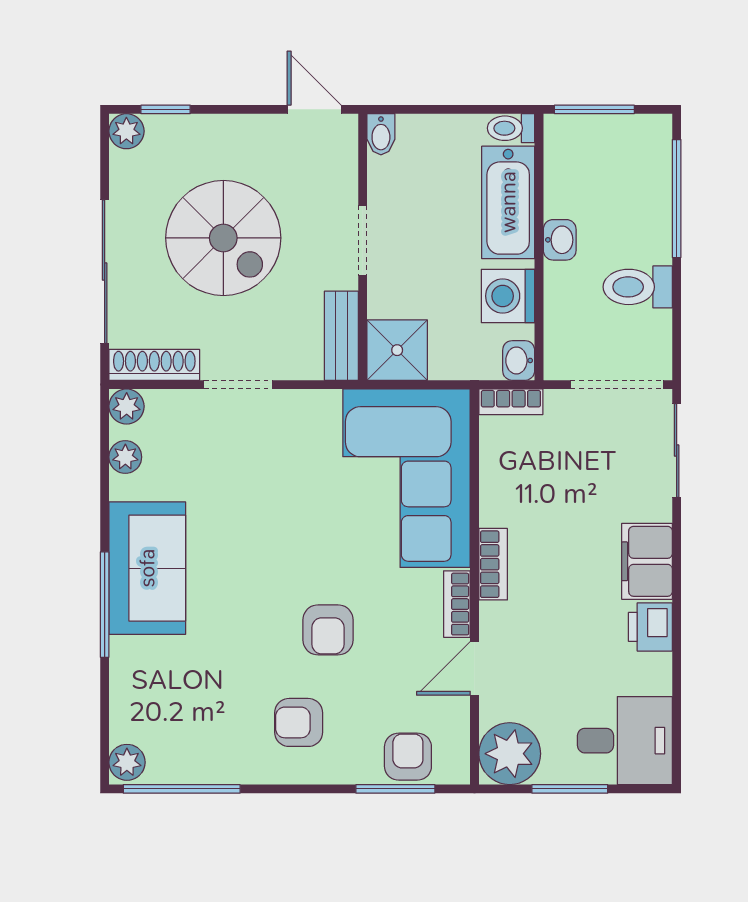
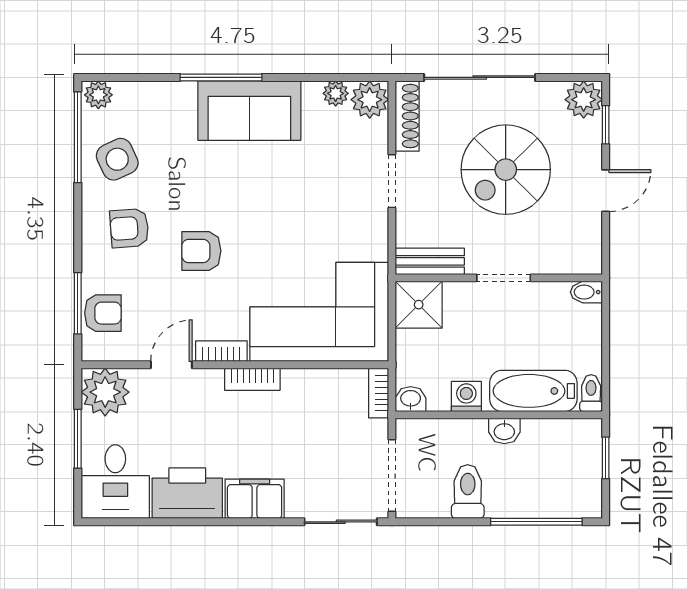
door: (314, 109) -> (606, 191), moved
window: (594, 109) -> (606, 458), width x0.67
plant: (126, 131) -> (584, 100), width x1.38, depth x1.38
washing machine: (508, 296) -> (466, 396), width x0.73, depth x0.73
plant: (127, 406) -> (370, 100), width x1.38, depth x1.38
printer: (650, 627) -> (187, 493), width x1.87, depth x1.48
door: (474, 668) -> (171, 365), hinge flipped
armchair: (299, 722) -> (129, 228), turned -94
side table: (210, 738) -> (117, 159), added

